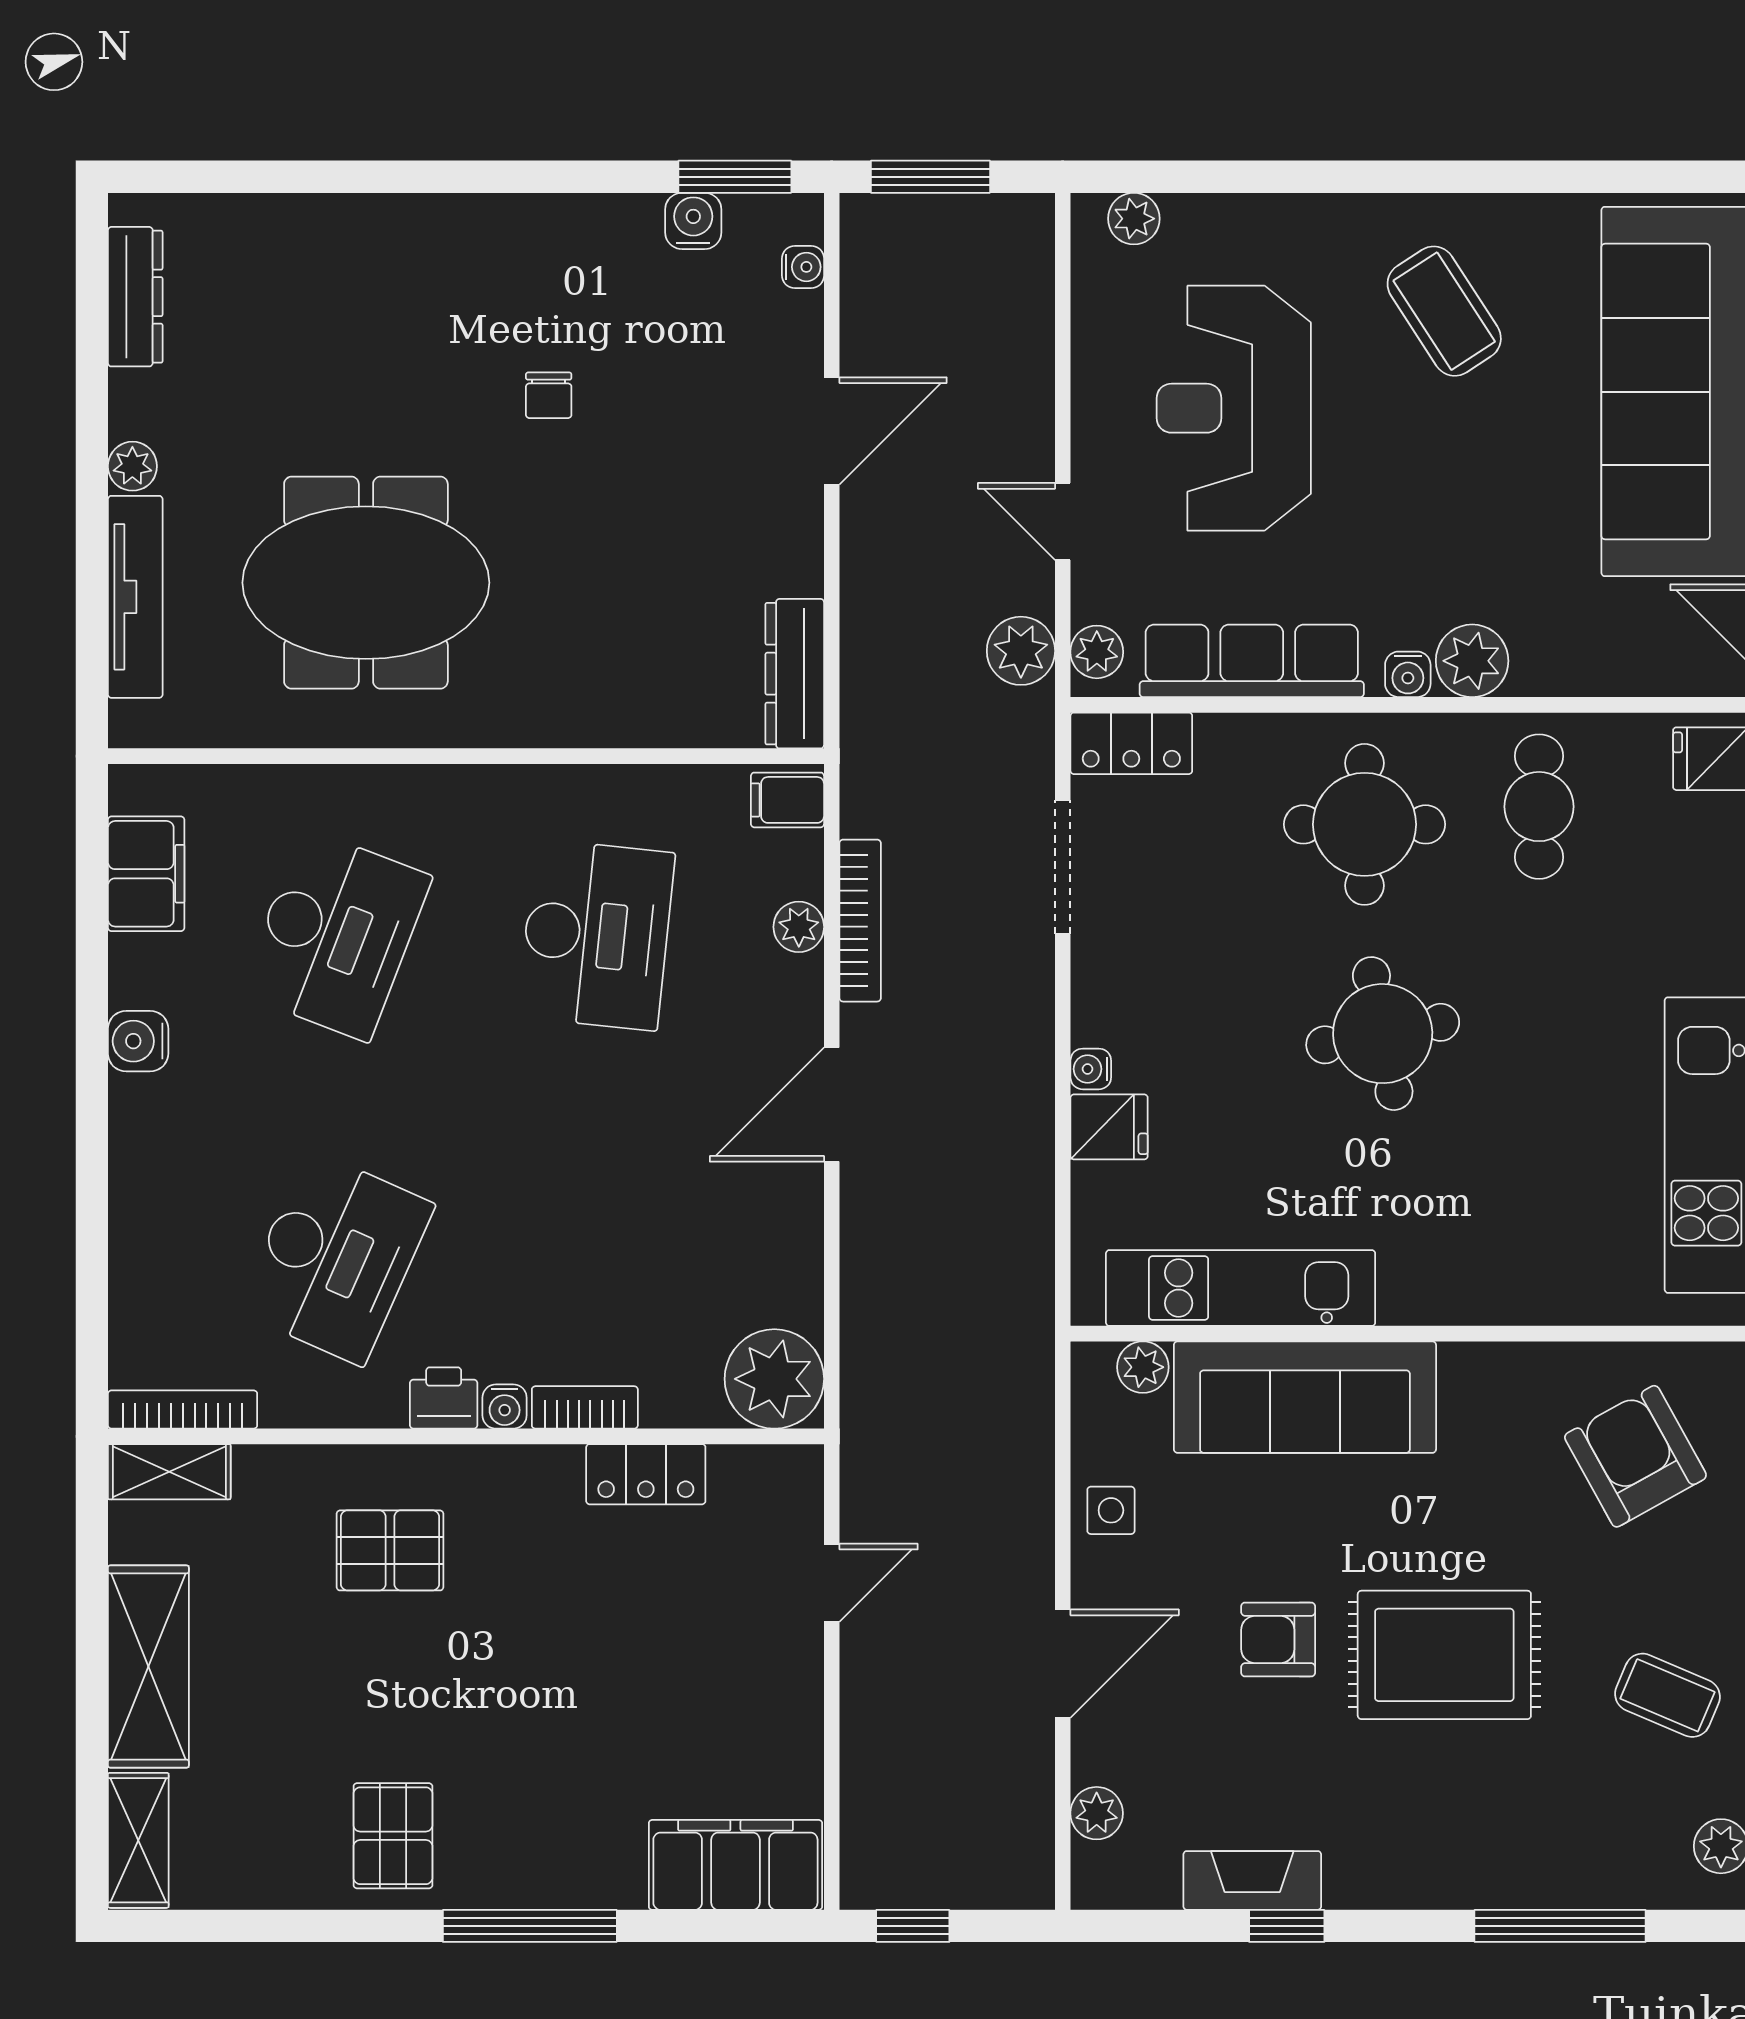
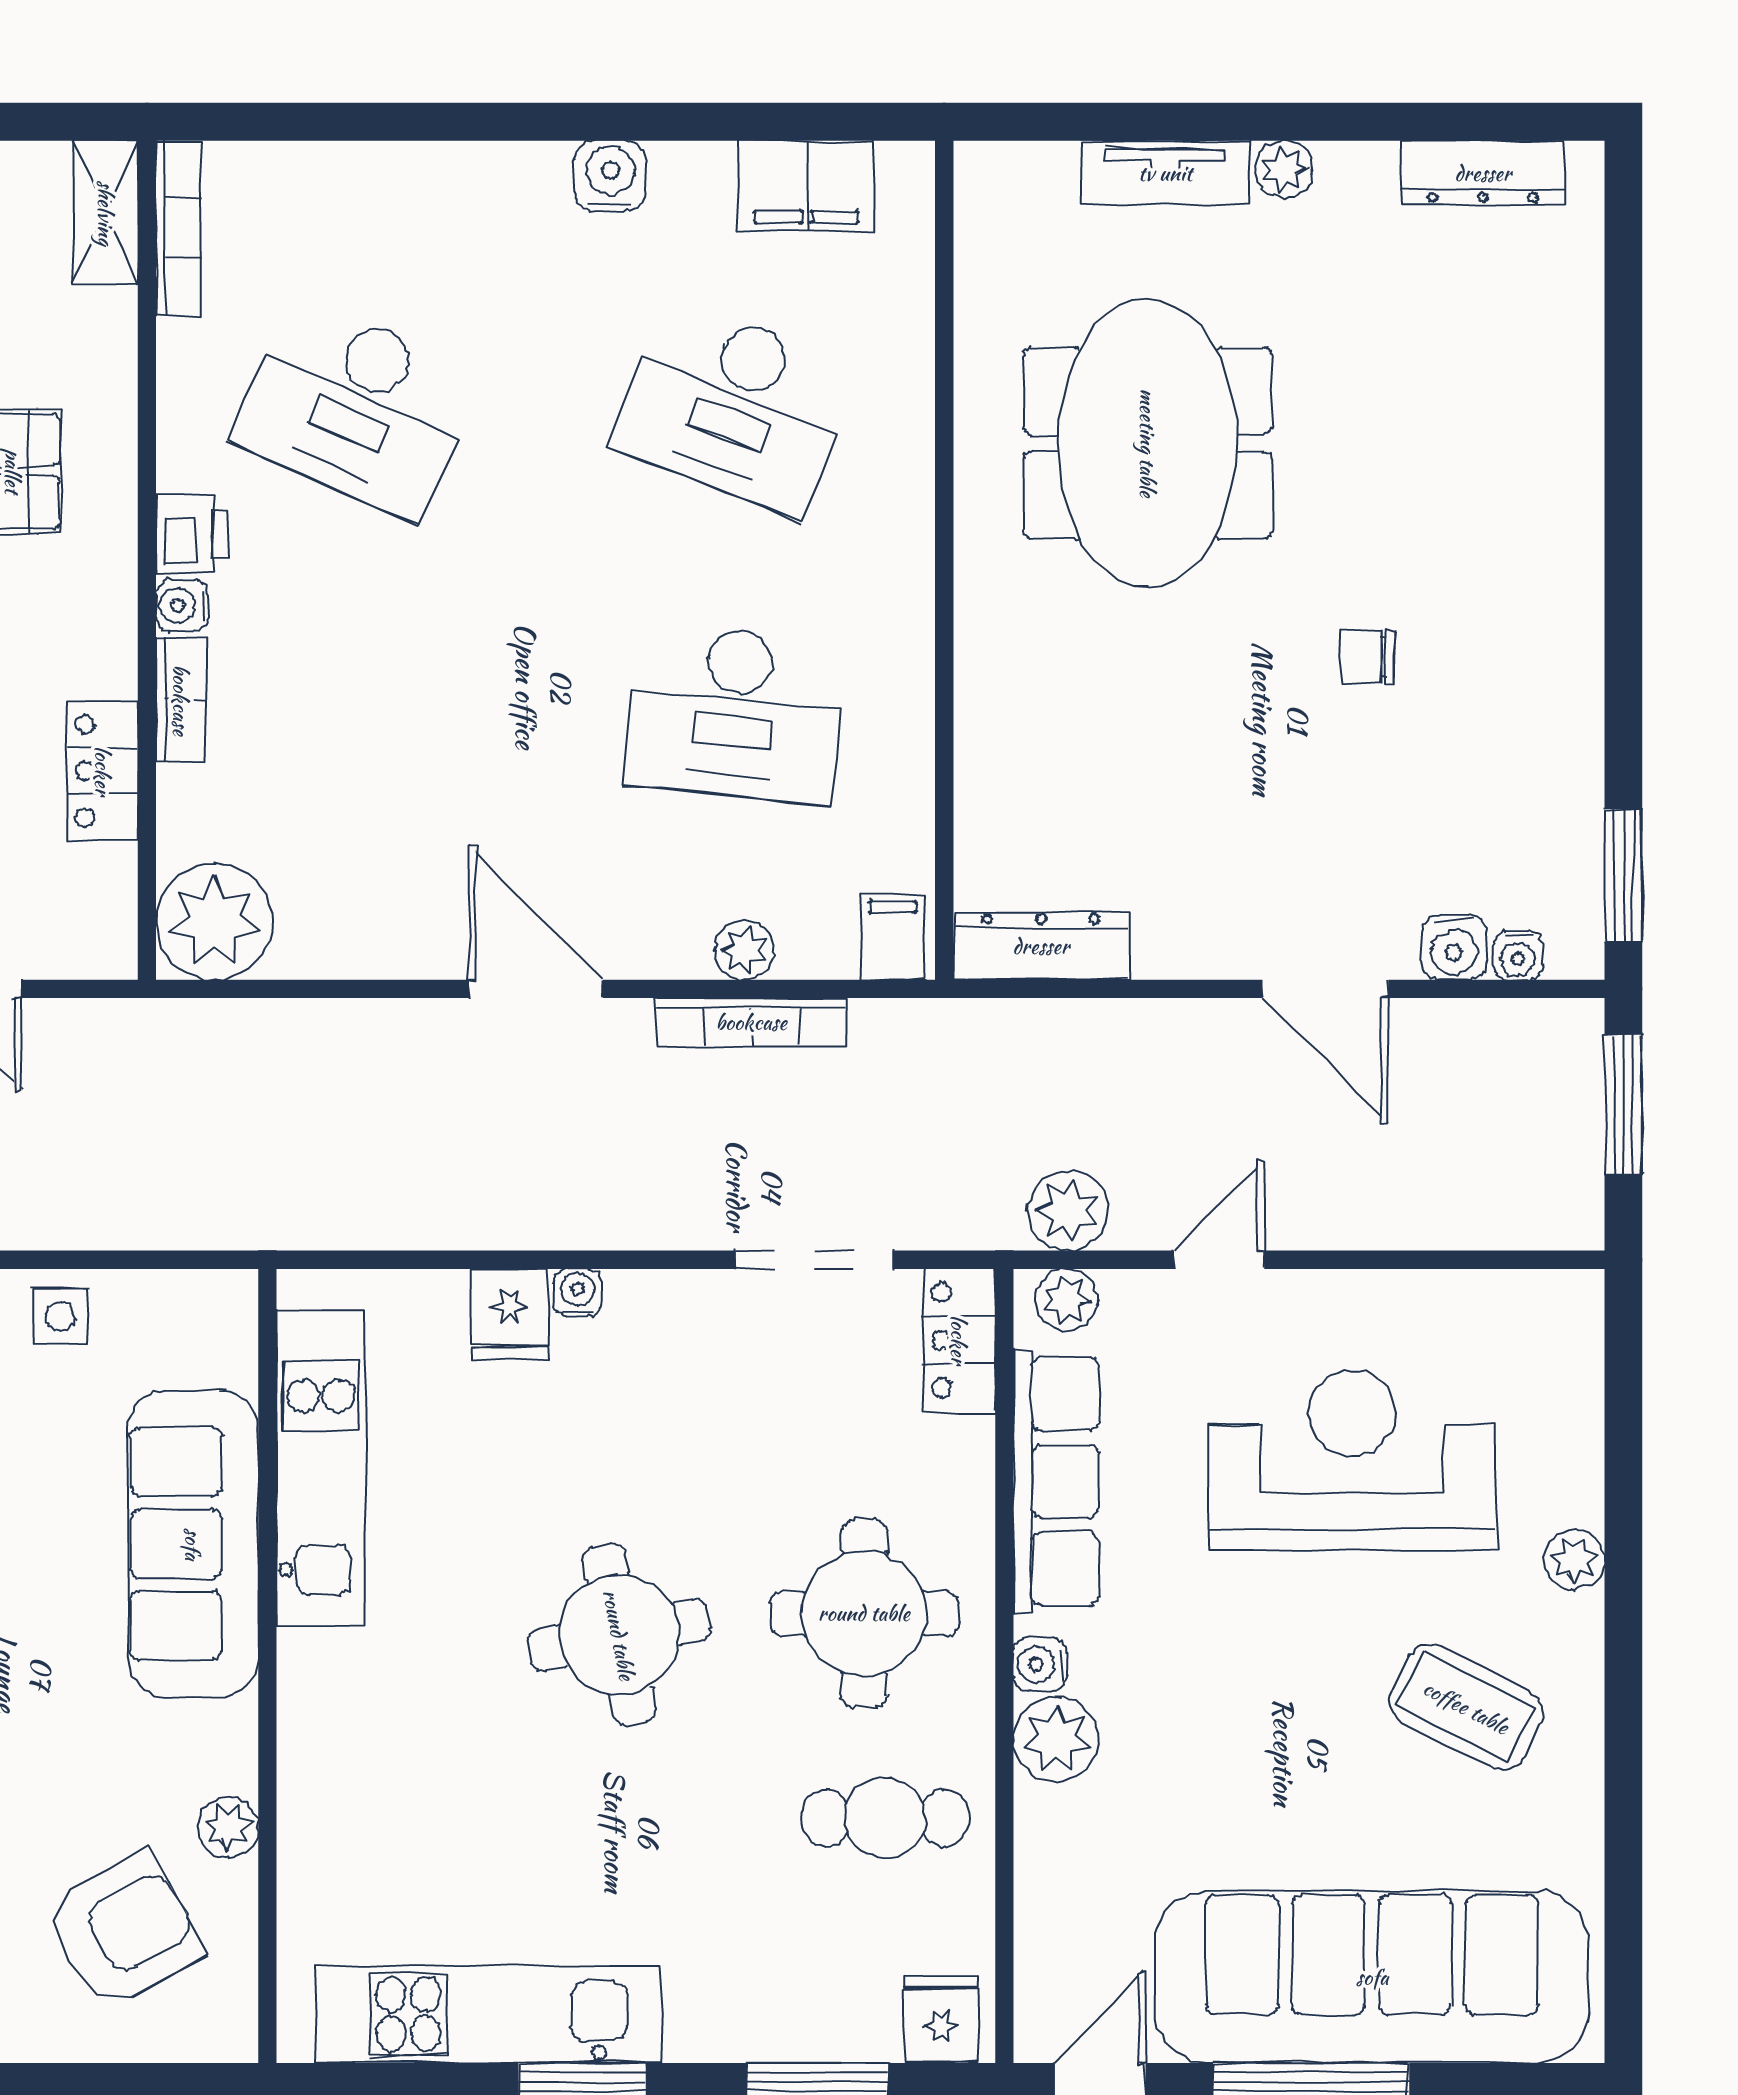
plant: (1134, 219) -> (1574, 1560), moved
water cooler: (693, 221) -> (1454, 947), moved, turned 90
coffee table: (1444, 311) -> (1466, 1707), turned 60
tv unit: (135, 597) -> (1165, 173), width x0.71
plant: (1143, 1367) -> (228, 1827), moved

